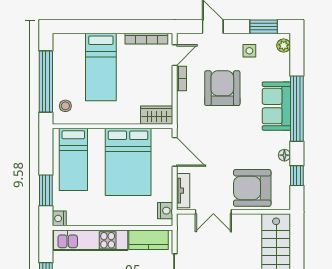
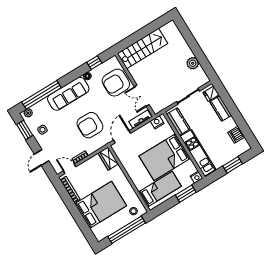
bed: (101, 67) -> (101, 205), width x1.50
armchair: (222, 88) -> (90, 125), moved
sofa: (276, 106) -> (68, 94), width x1.36
window: (297, 109) -> (41, 95), moved
bed: (128, 162) -> (165, 157), moved, turned 180
armchair: (252, 188) -> (116, 83), turned 90
double door: (213, 212) -> (142, 96), swing flipped

